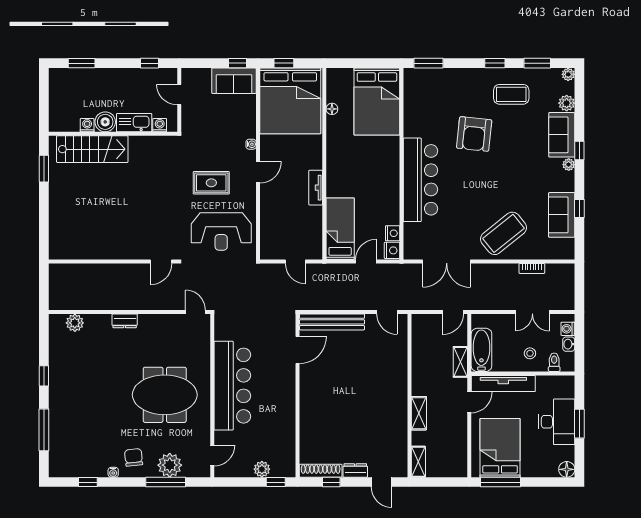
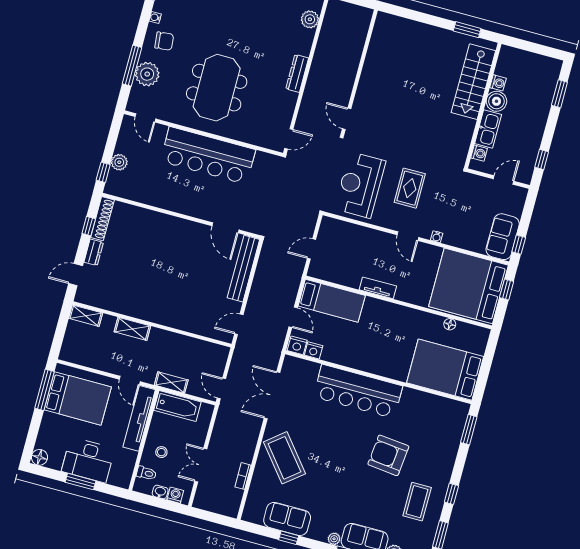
dresser: (125, 321) -> (297, 73), width x1.44

